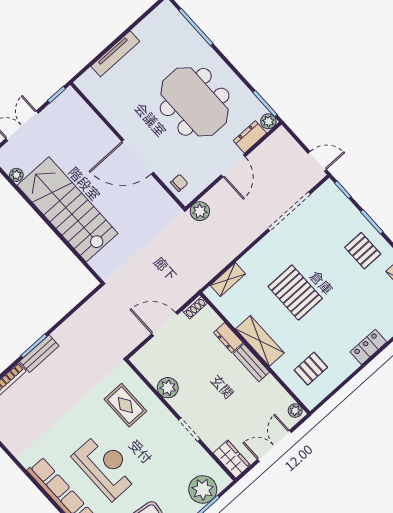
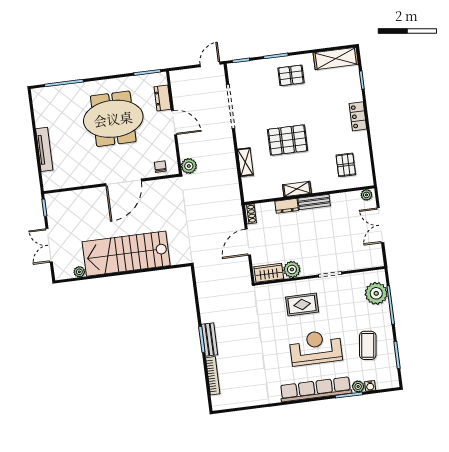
plant: (268, 121) -> (161, 78), removed
shelving: (228, 280) -> (245, 162), moved
shelving: (260, 341) -> (297, 189), width x0.67, depth x0.75
rug: (125, 405) -> (302, 304), moved
wardrobe: (232, 459) -> (269, 273), moved

